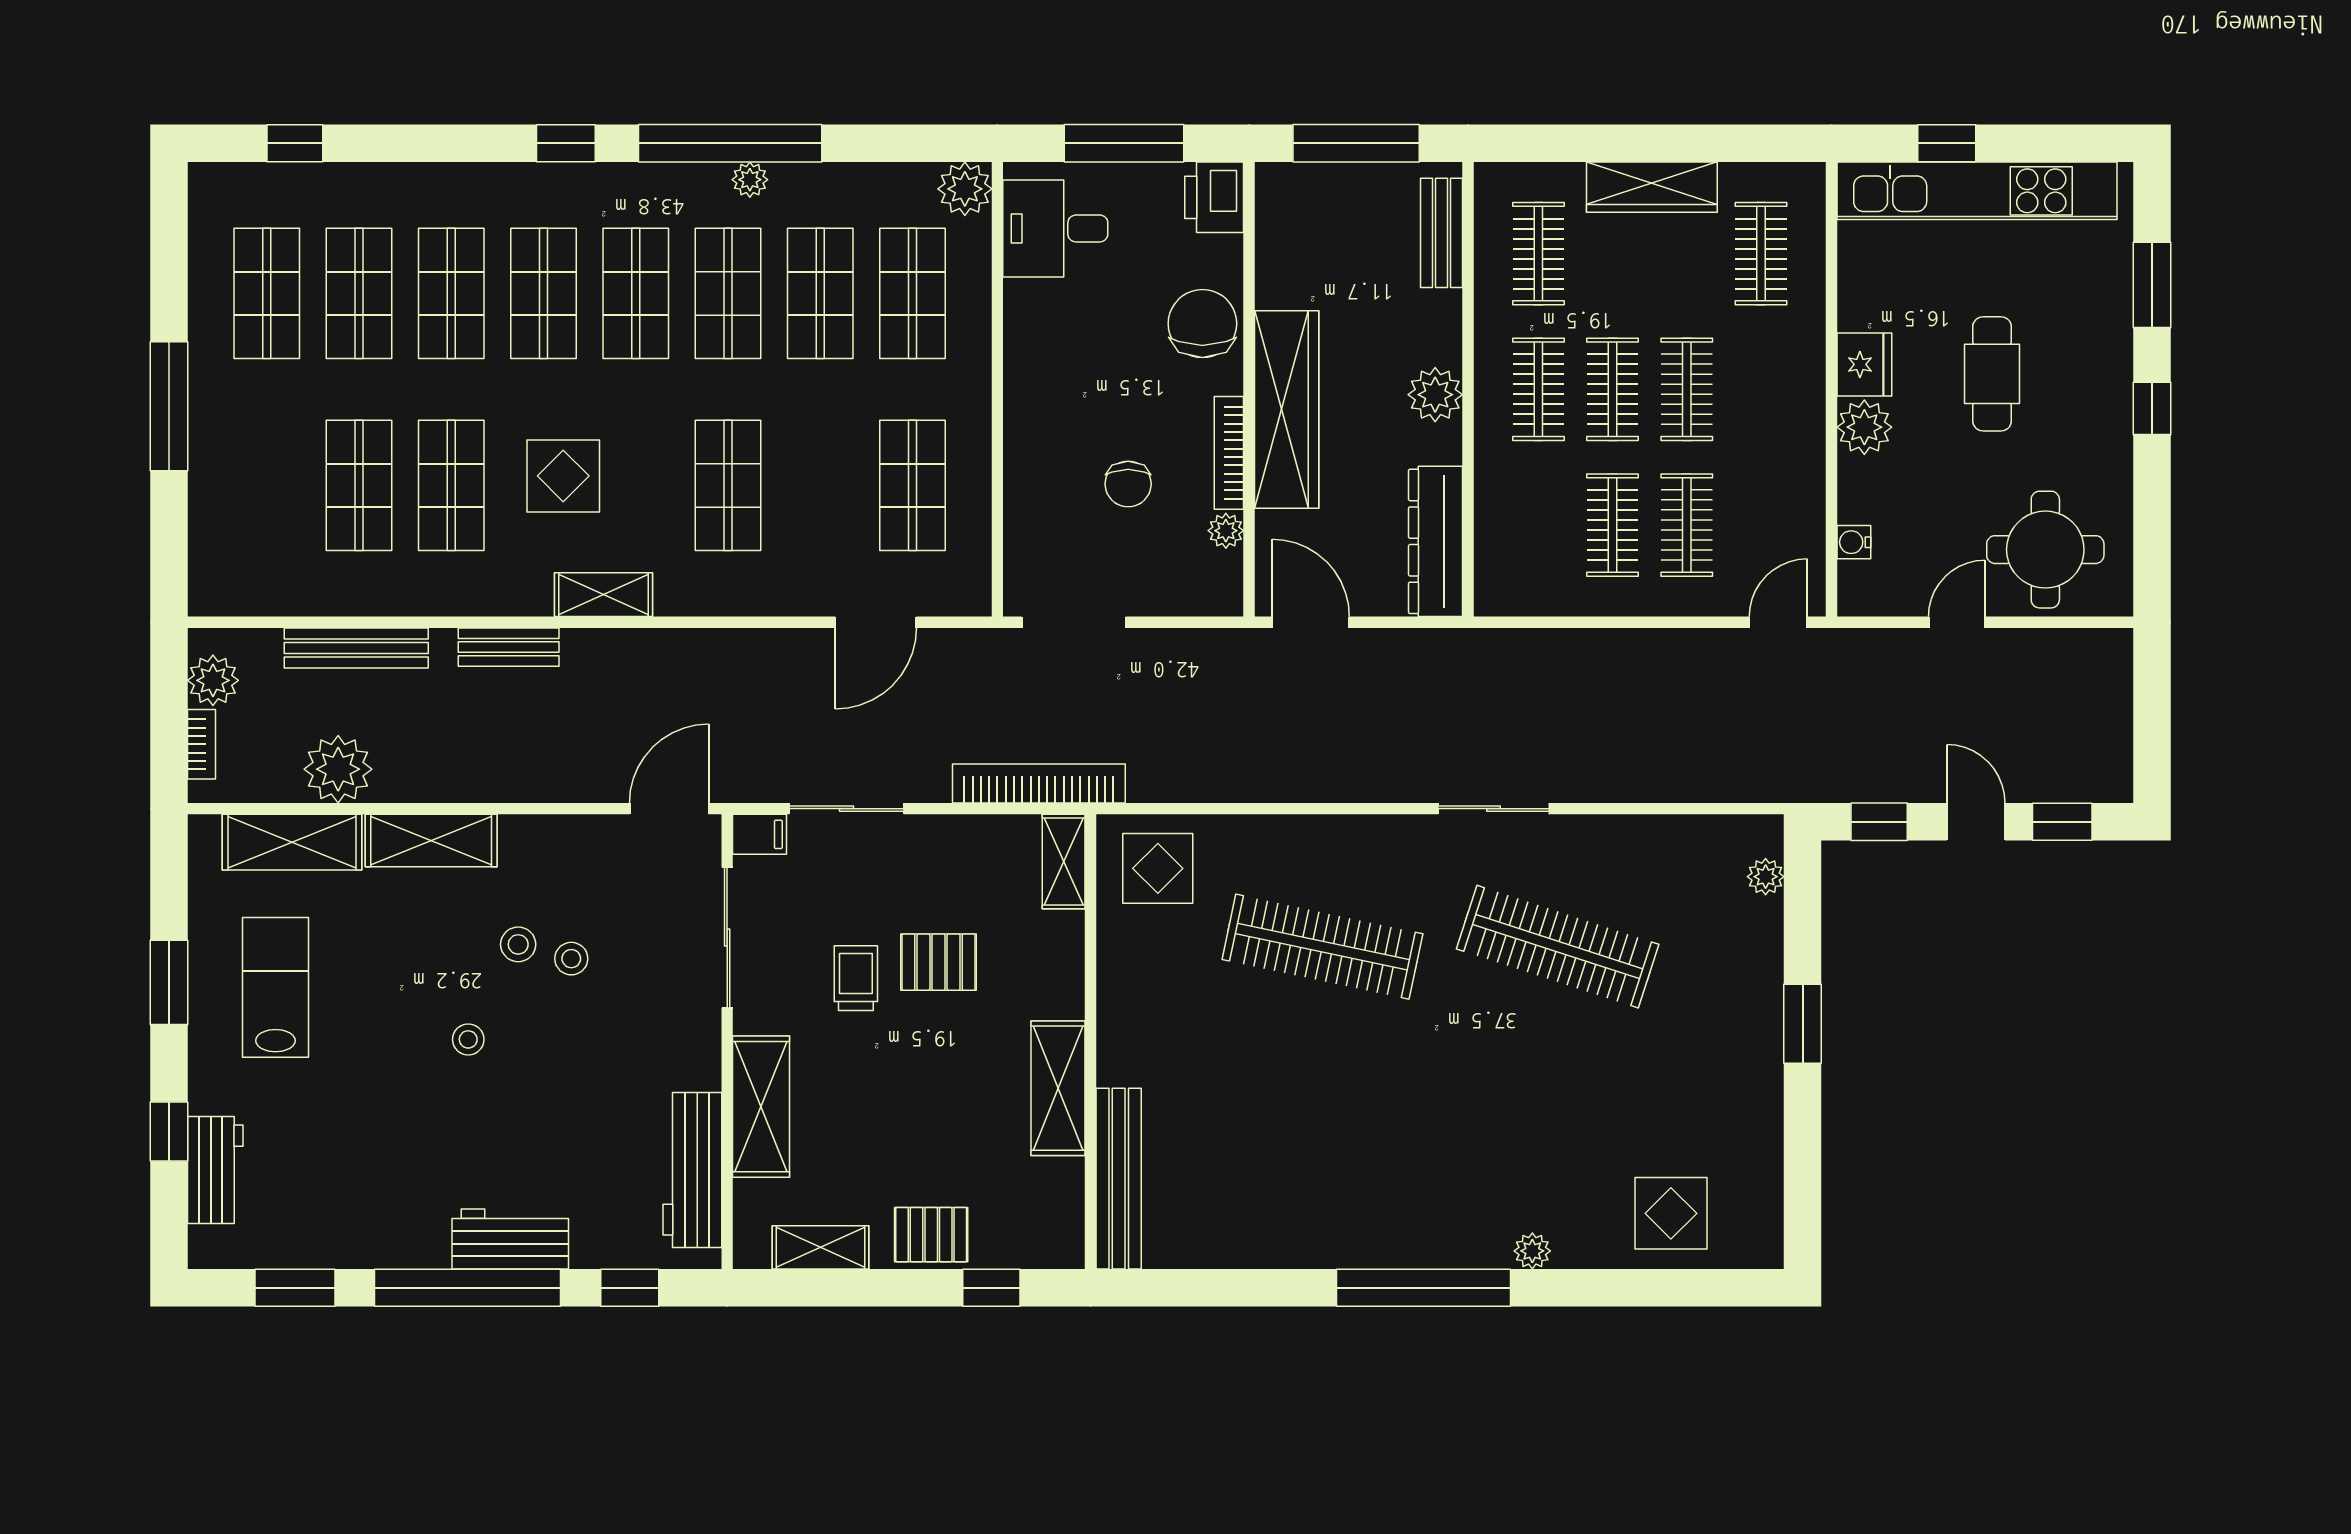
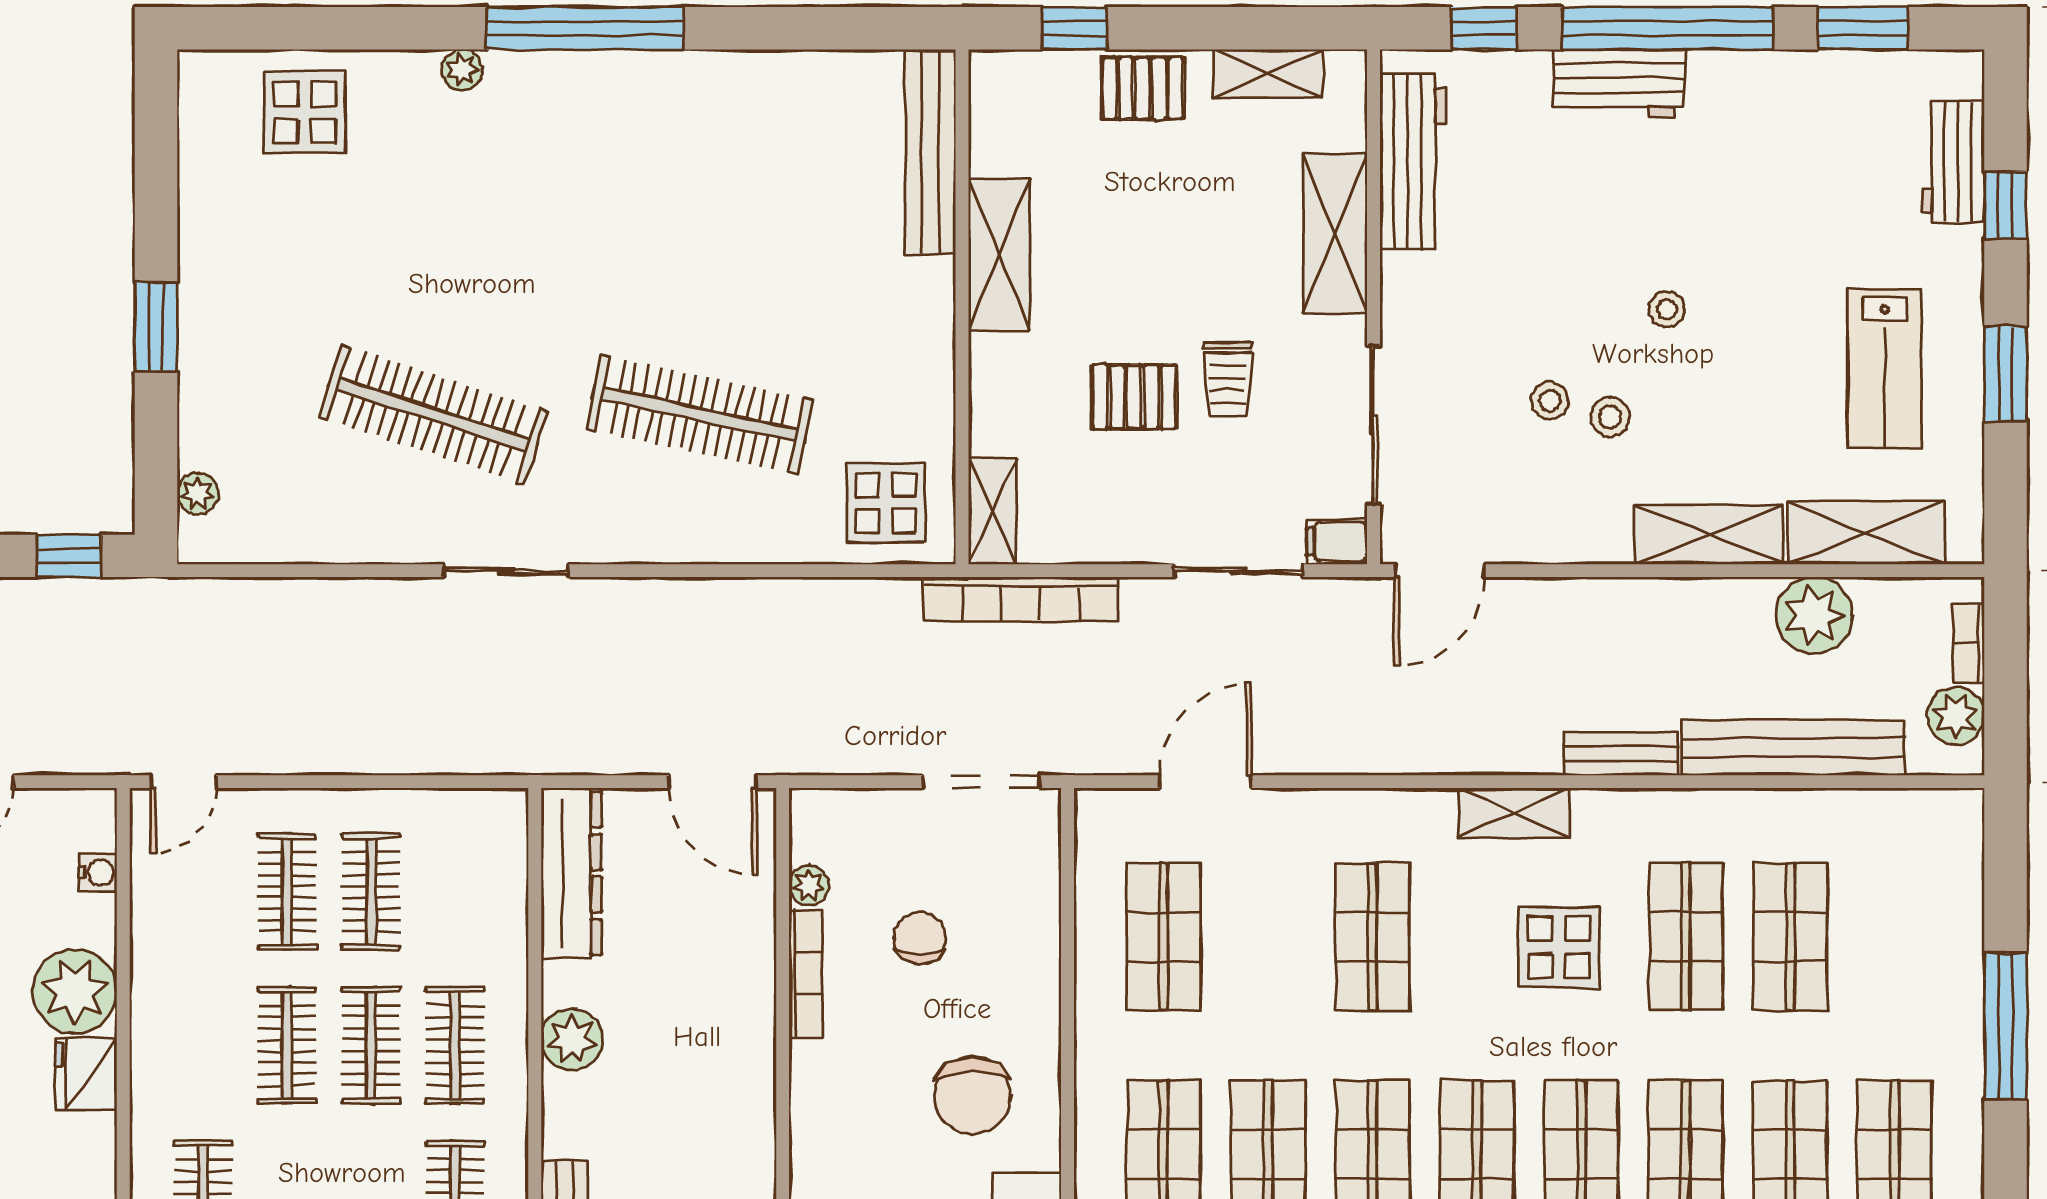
chair: (1202, 324) -> (972, 1095), moved
wardrobe: (1287, 410) -> (740, 1023), removed
plant: (1864, 427) -> (75, 991), width x1.36, depth x1.36
bench: (356, 648) -> (1793, 748), width x1.37, depth x1.21

